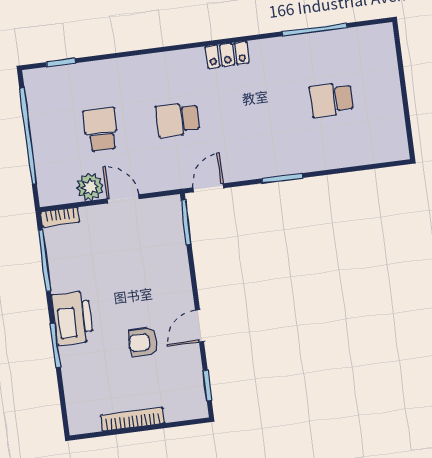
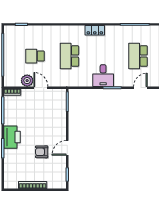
school desk: (331, 100) -> (138, 56), width x1.85
school desk: (178, 120) -> (69, 56), width x1.85
school desk: (101, 130) -> (35, 56), turned -90
desk: (259, 154) -> (103, 76), added
door: (208, 188) -> (140, 88), moved

